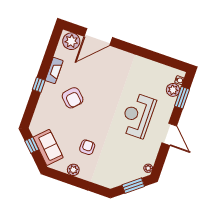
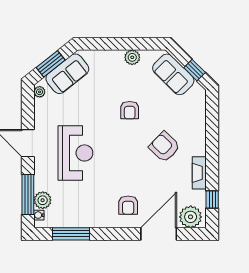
window: (161, 59) -> (71, 234), added
armchair: (113, 65) -> (128, 205), added
window: (39, 85) -> (212, 199), moved
window: (182, 98) -> (28, 195), width x1.44
armchair: (87, 147) -> (130, 110), moved
sofa: (124, 174) -> (67, 74), added

